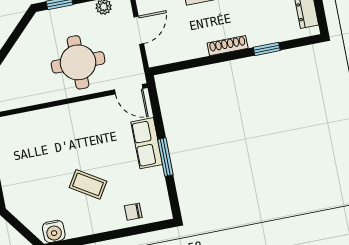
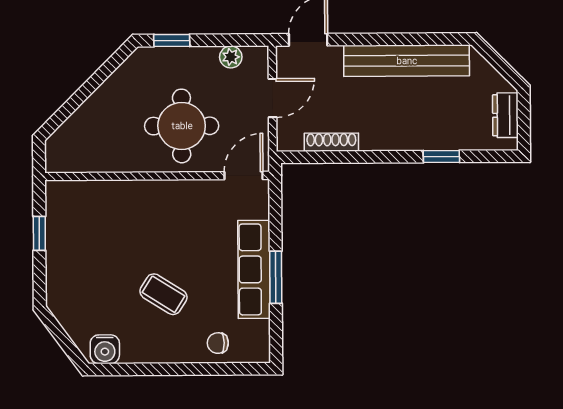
shoe rack: (228, 46) -> (331, 142), moved
door: (129, 89) -> (244, 176), swing flipped
row of seats: (147, 143) -> (254, 269), width x1.48

